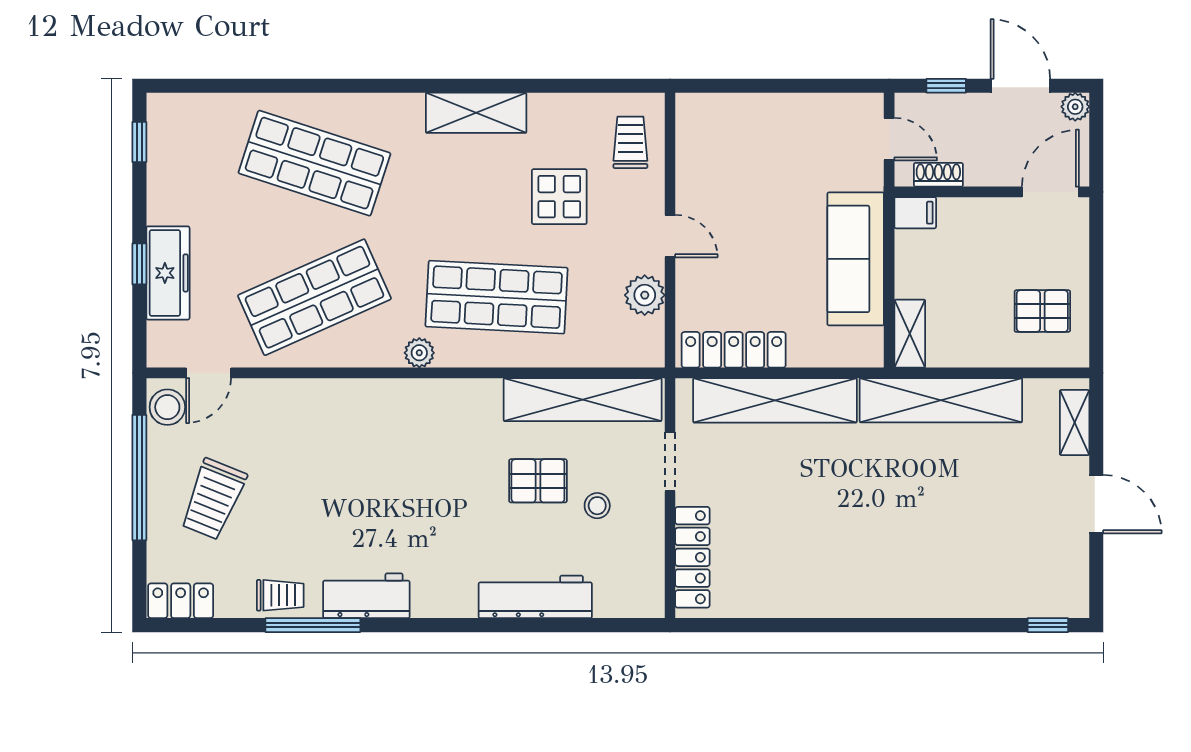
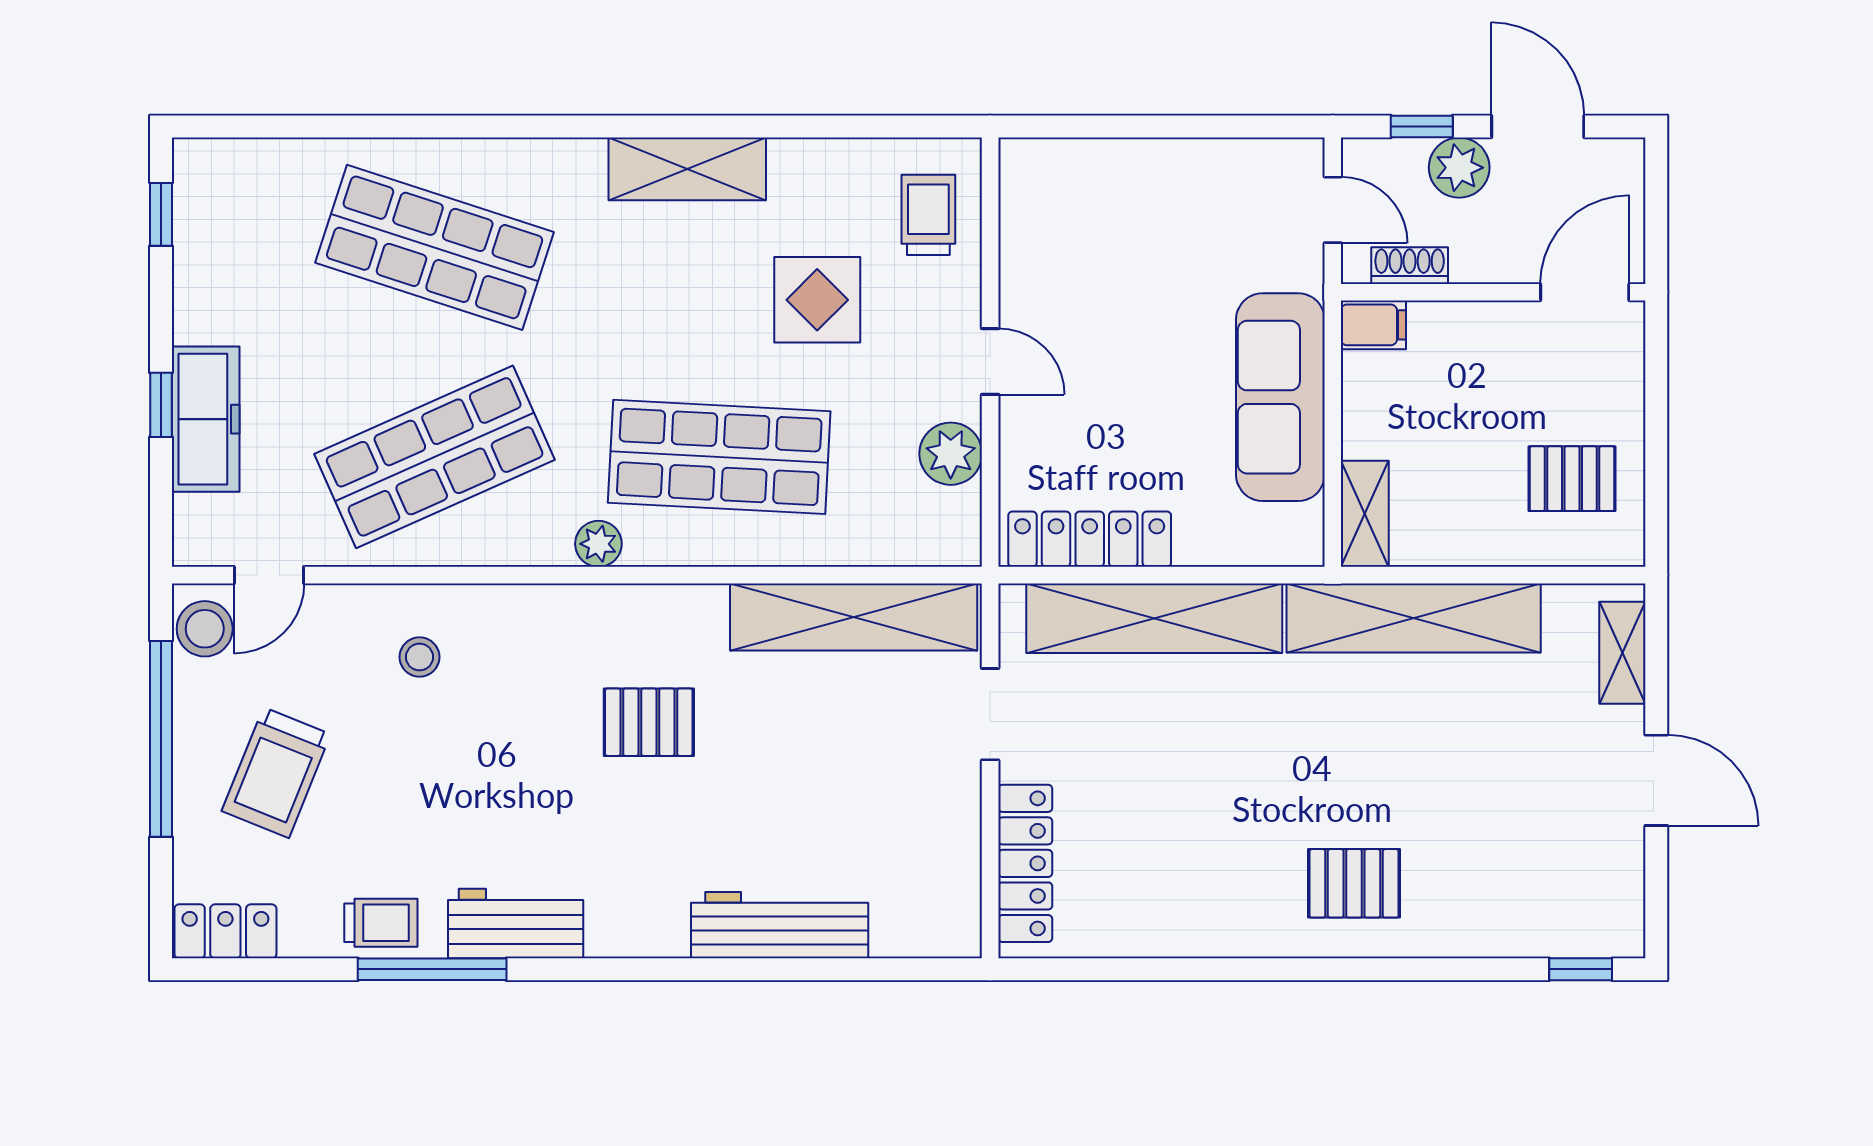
plant: (1075, 107) -> (1459, 168), moved, width x1.38, depth x1.38
pallet: (538, 481) -> (649, 722), moved
stool: (597, 506) -> (419, 657), moved
pallet: (903, 570) -> (1354, 883), added

